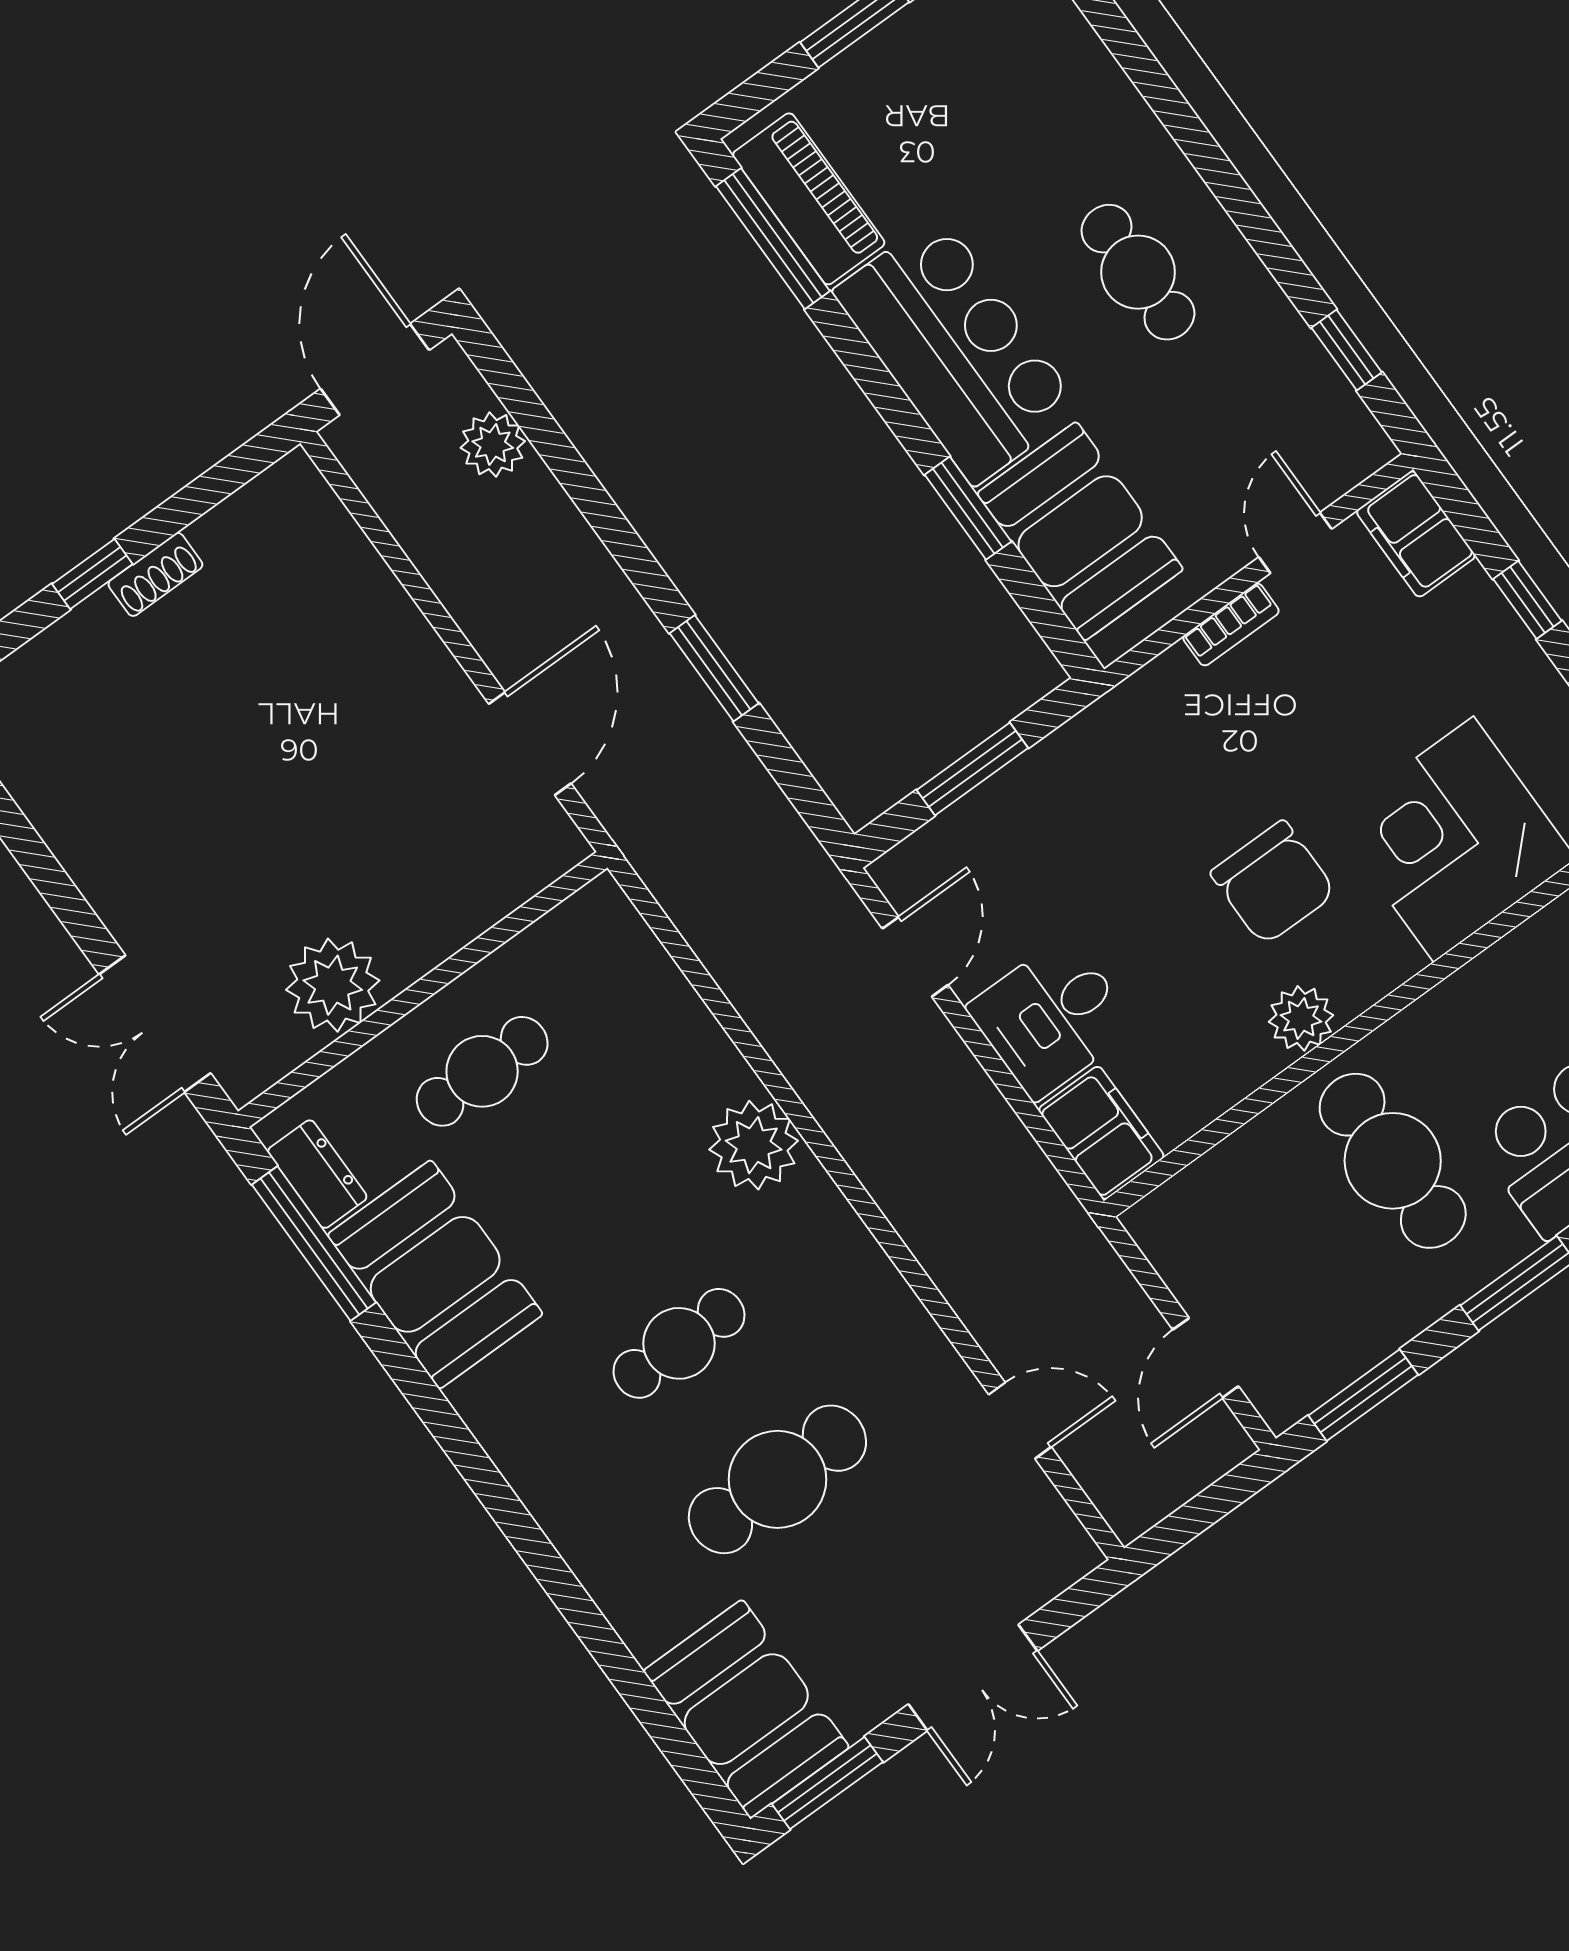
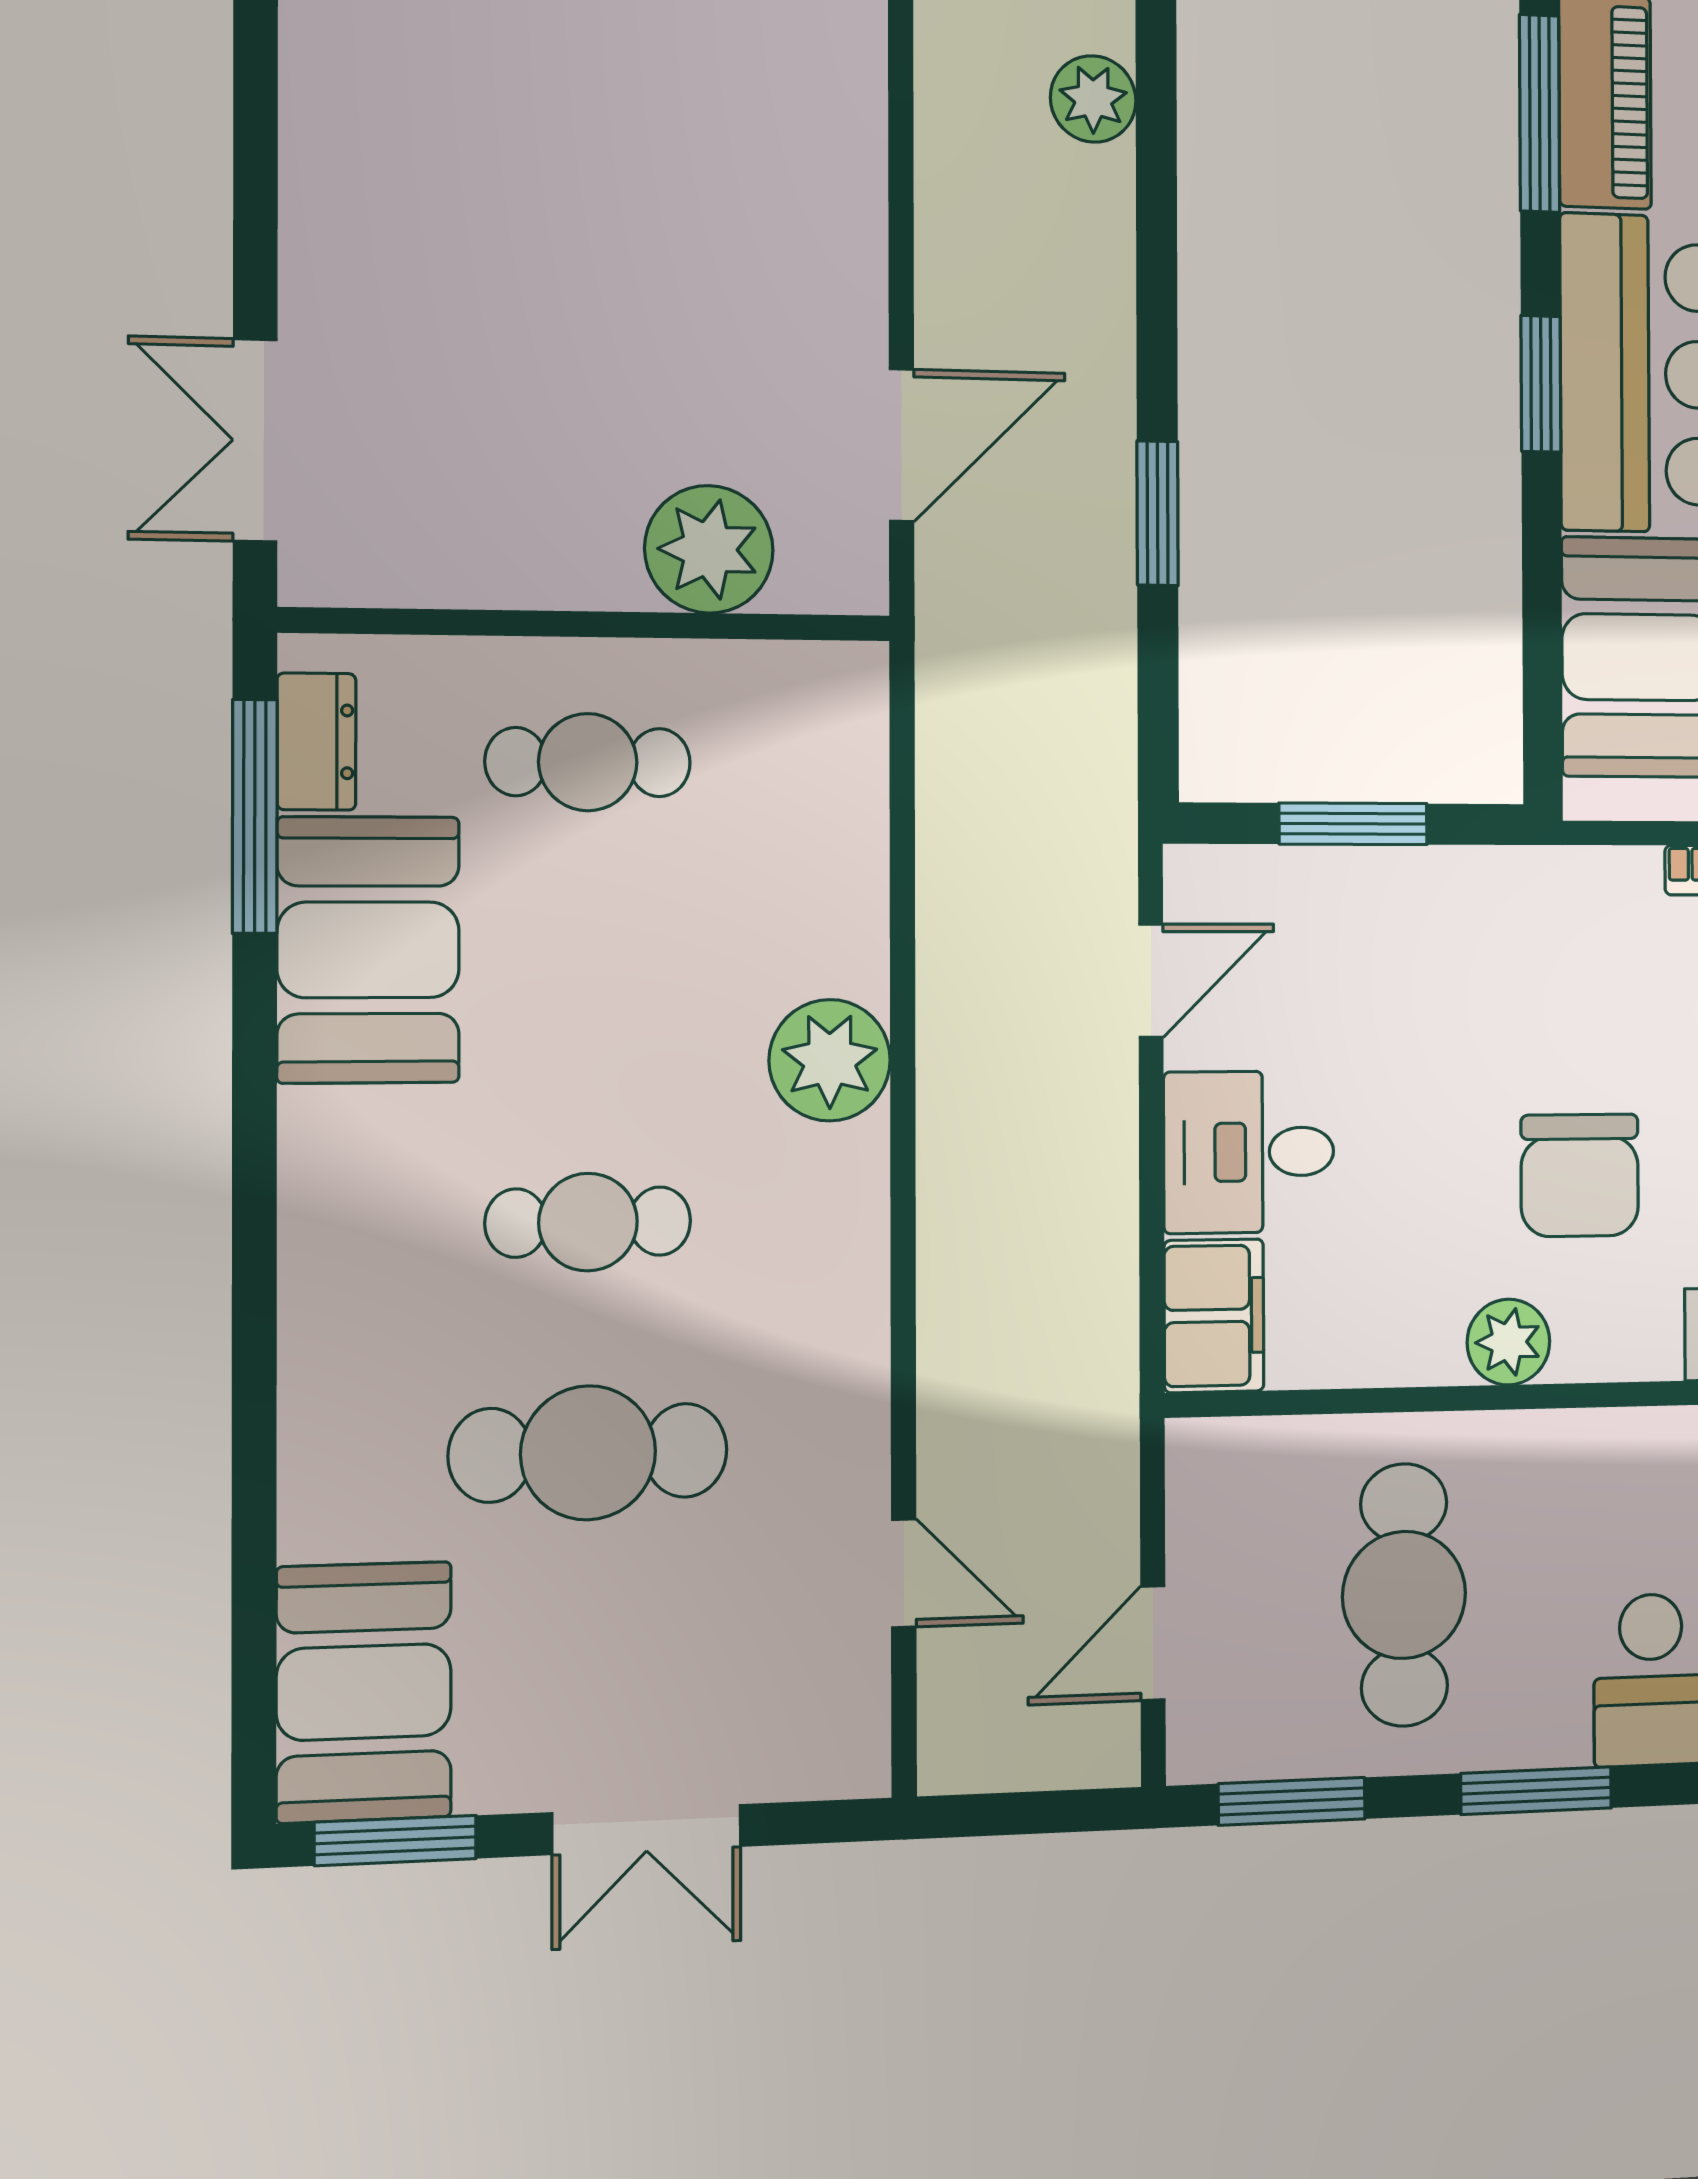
window: (968, 508) -> (1541, 384), moved
plant: (333, 985) -> (709, 549), moved
cafe table: (1393, 1161) -> (1404, 1595), moved

